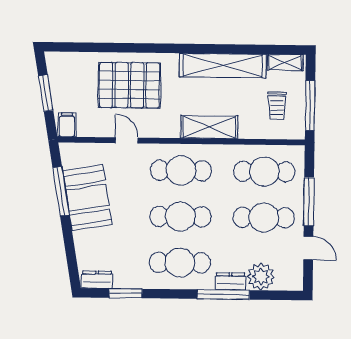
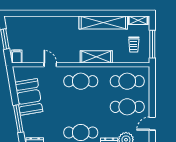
pallet: (129, 85) -> (51, 34), removed
window: (61, 191) -> (18, 119), moved
window: (309, 202) -> (152, 98), removed
cafe table: (180, 217) -> (81, 107), removed
door: (308, 248) -> (152, 124), swing flipped

